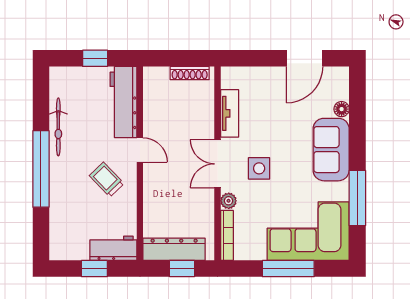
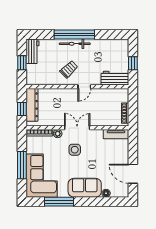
workbench: (123, 102) -> (115, 78), width x0.73
tv unit: (230, 113) -> (116, 134), moved
bicycle: (58, 127) -> (75, 44), moved
workbench: (113, 248) -> (33, 51), moved

